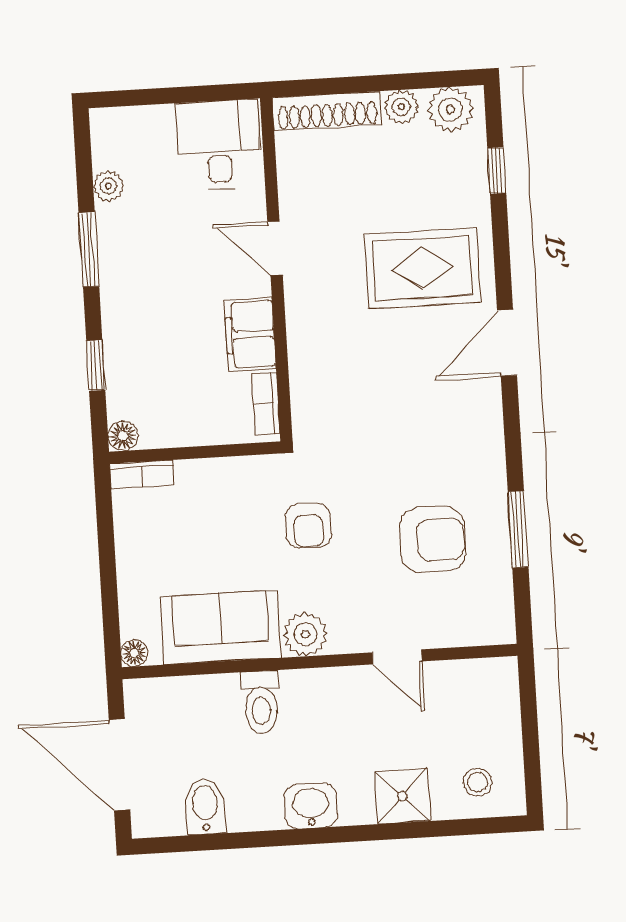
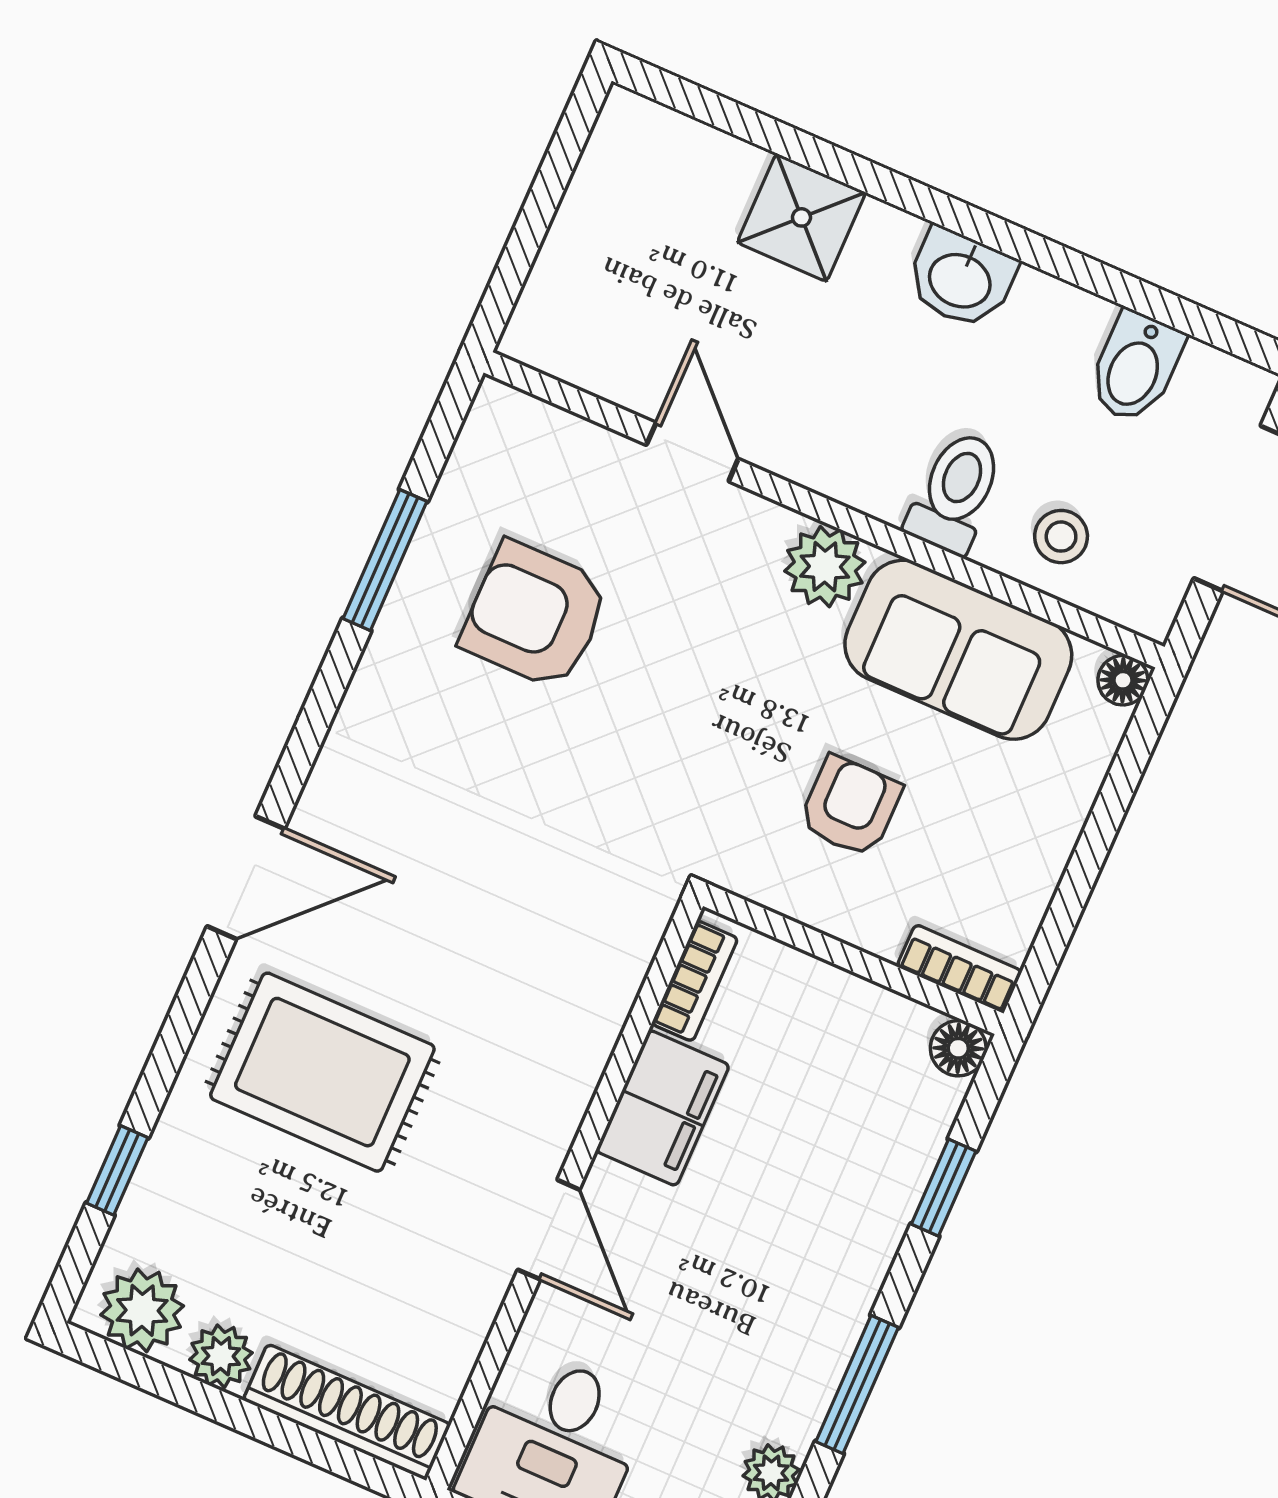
armchair: (308, 525) -> (850, 806), moved
stool: (478, 782) -> (1061, 537), moved

